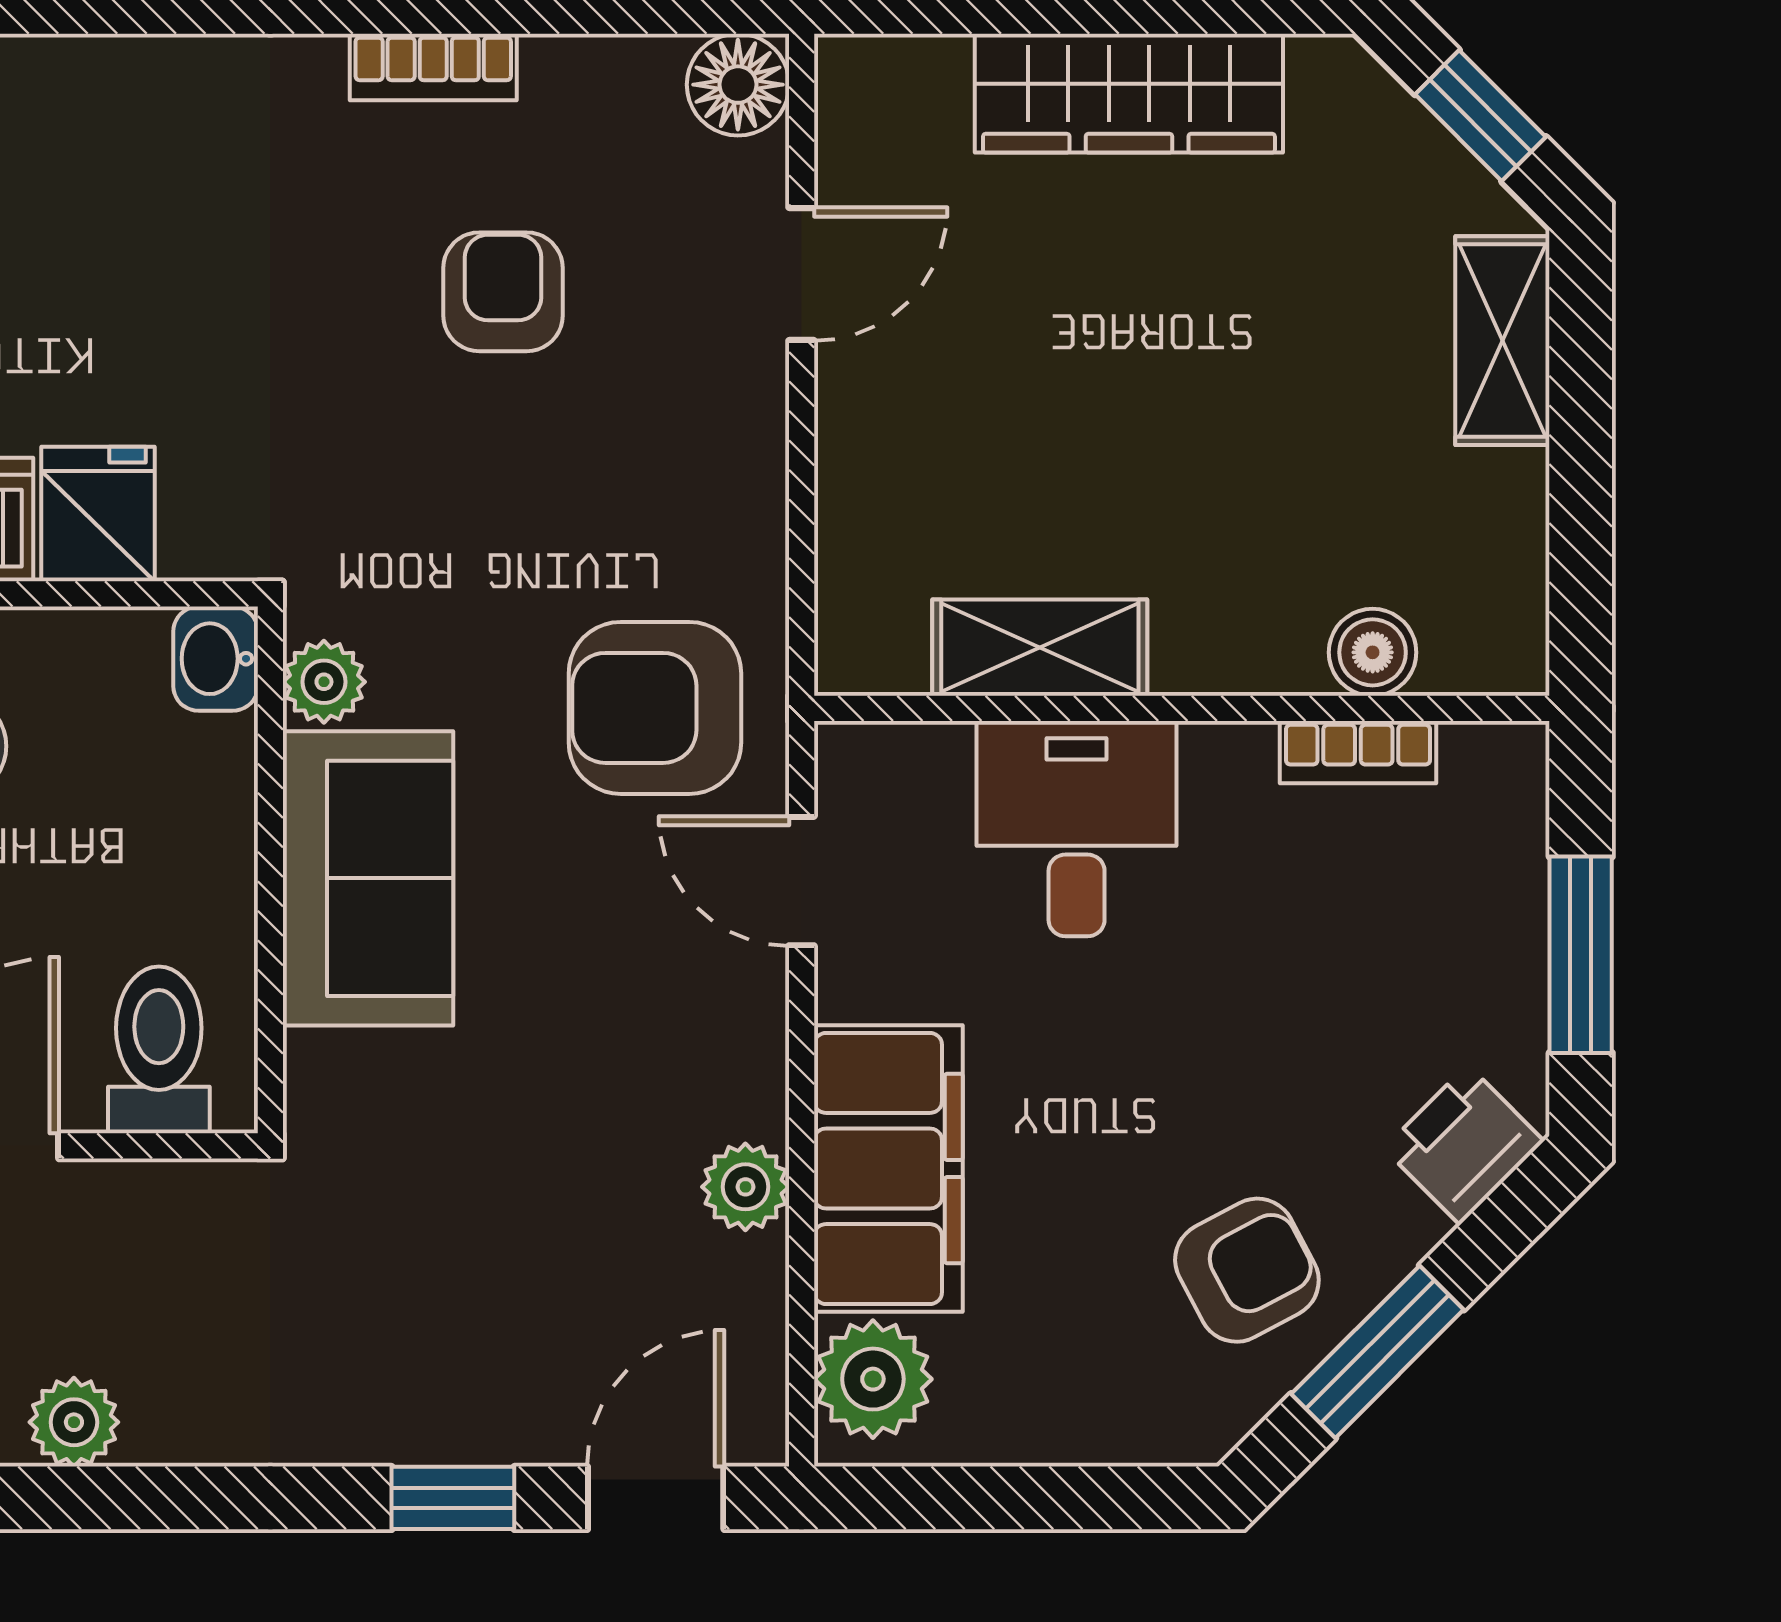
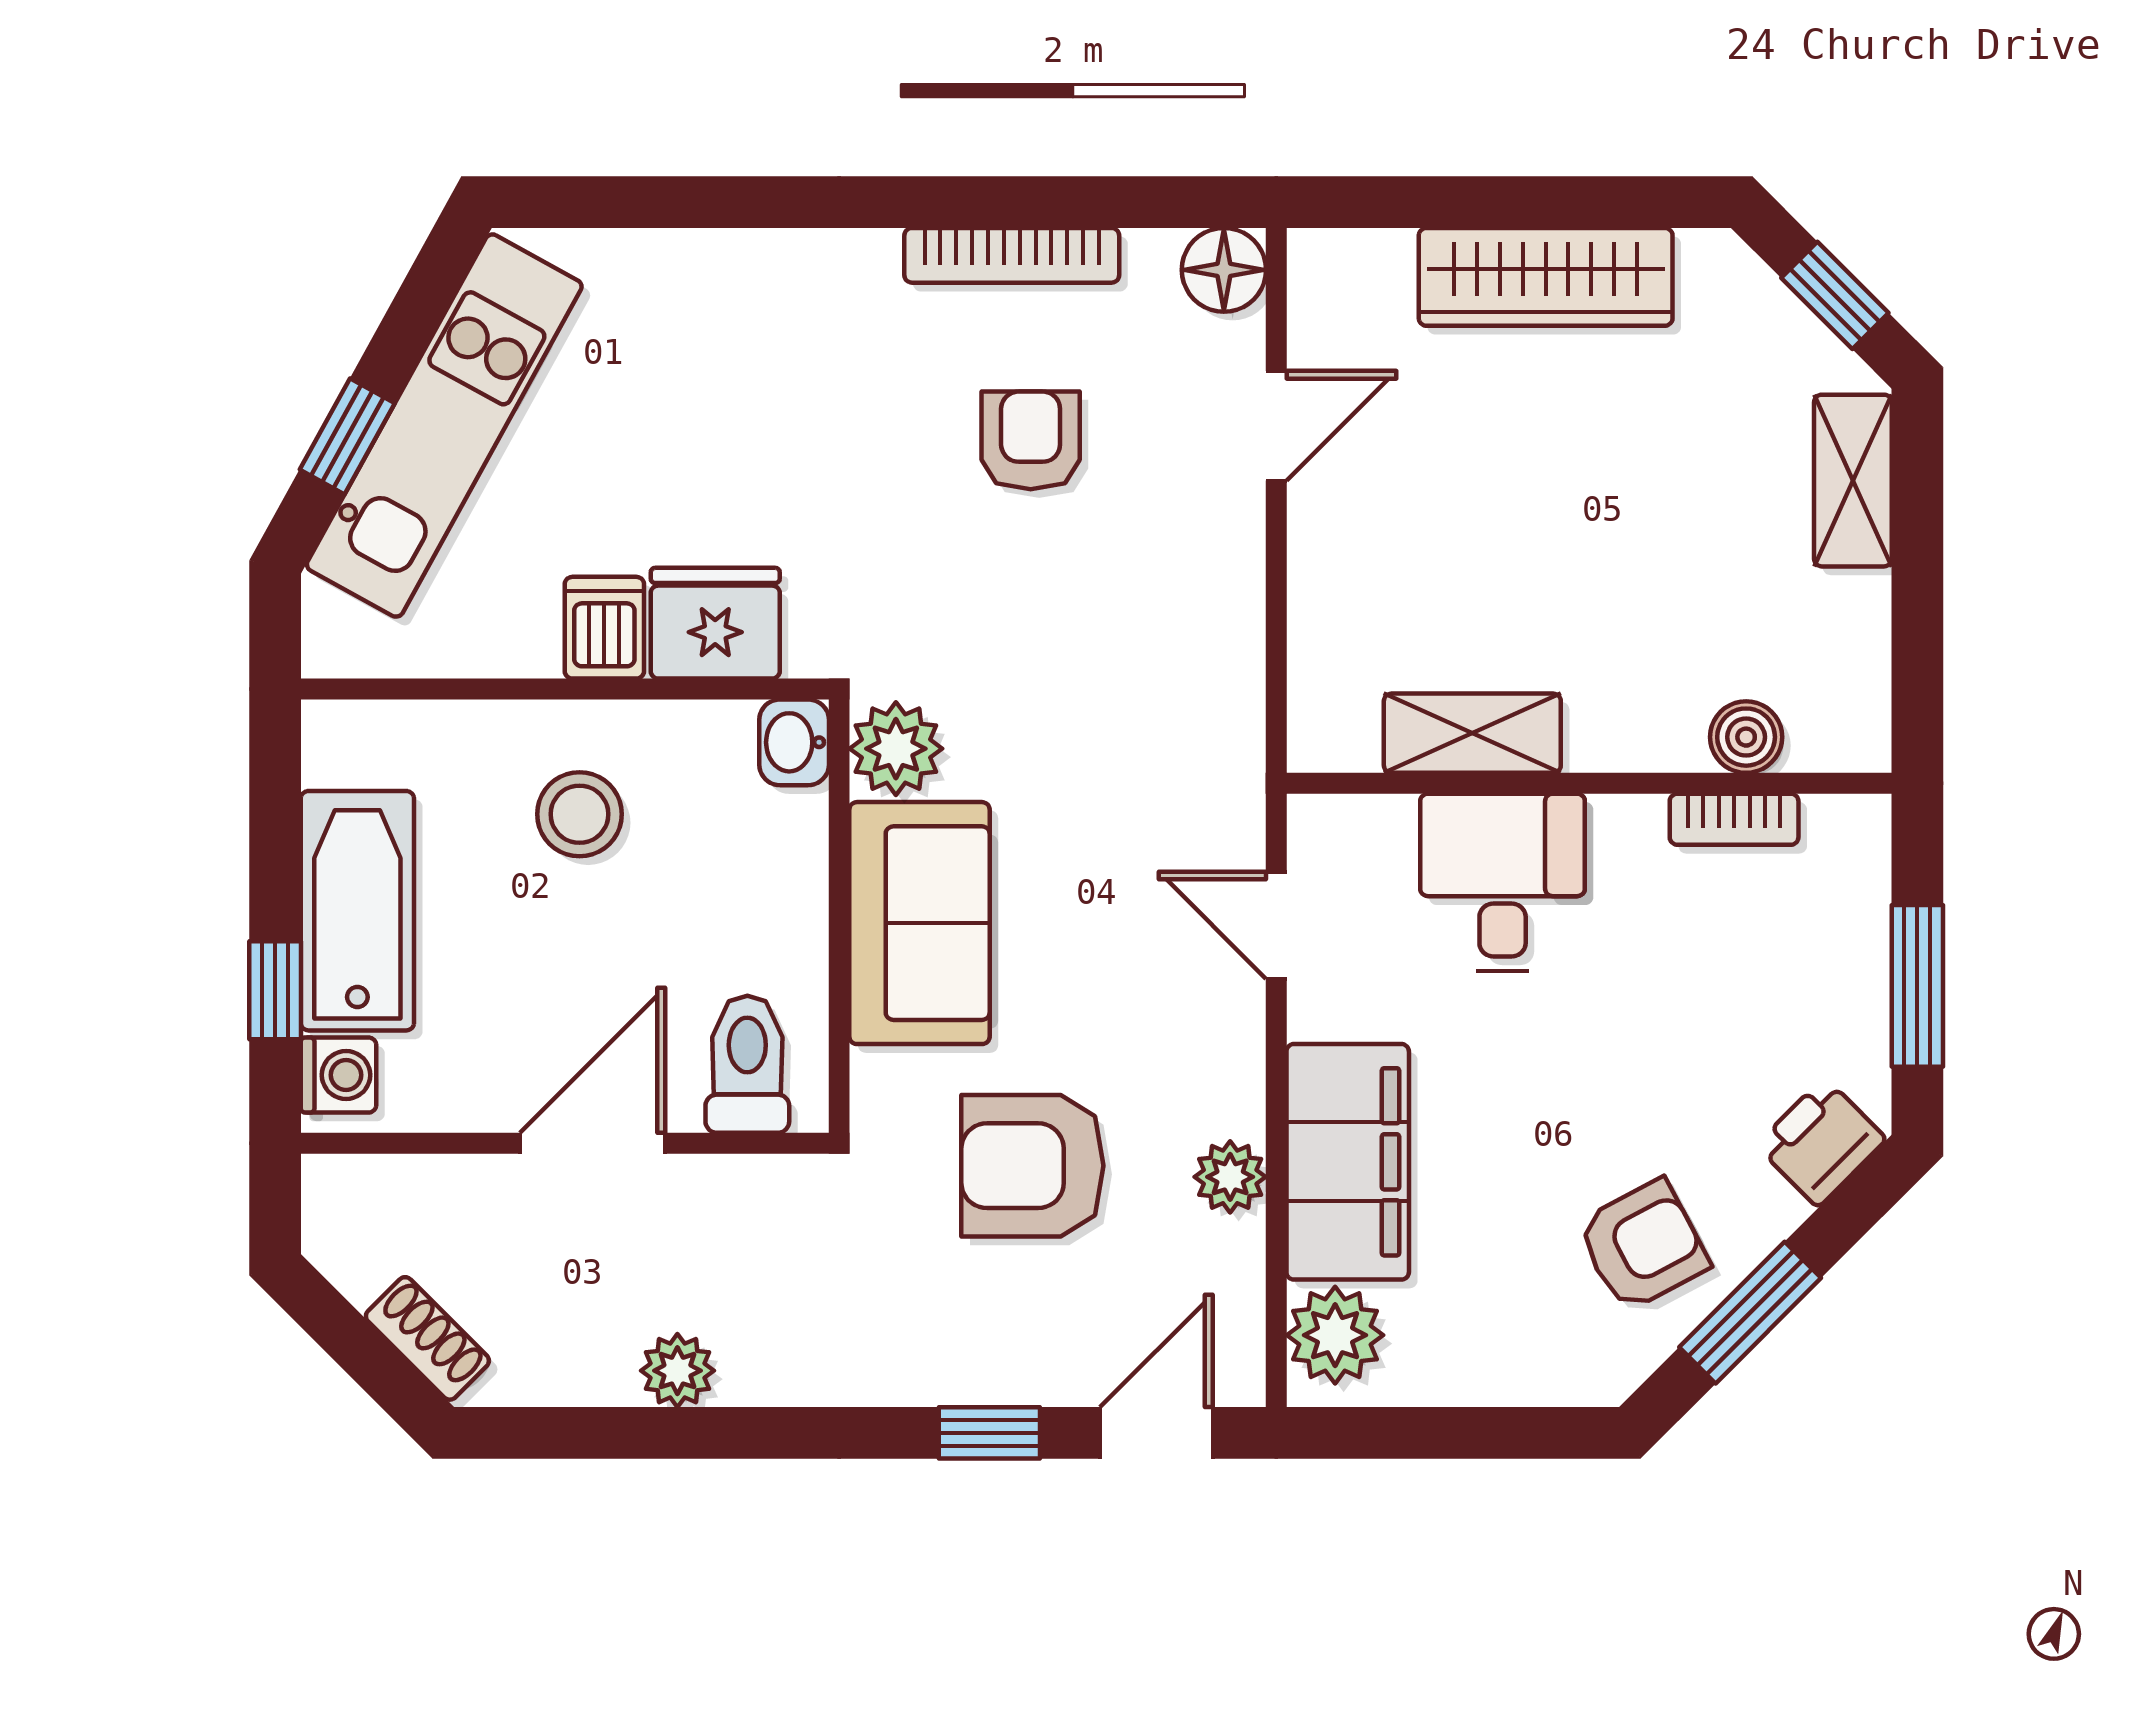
bookcase: (433, 67) -> (1012, 255), width x1.56
fridge: (98, 514) -> (715, 623), width x1.38
plant: (324, 682) -> (896, 749), width x1.38, depth x1.38
armchair: (655, 708) -> (1032, 1166), moved

